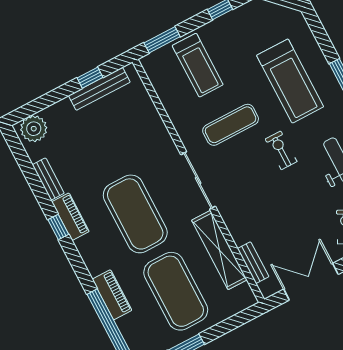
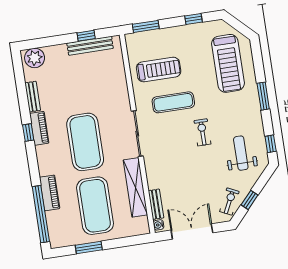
treadmill: (198, 65) -> (159, 70), moved, turned -90
treadmill: (290, 81) -> (228, 63), moved
water cooler: (265, 288) -> (159, 225), added

